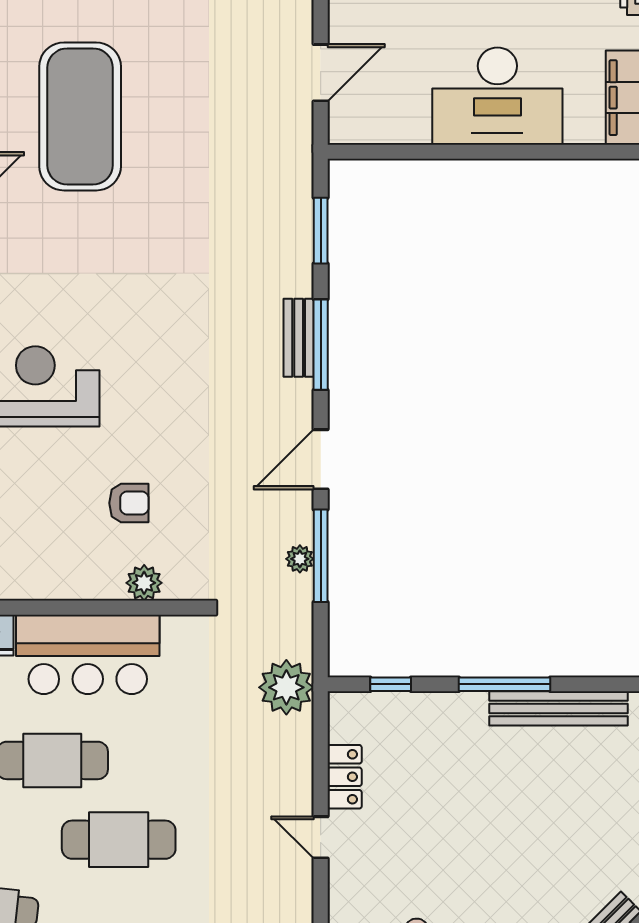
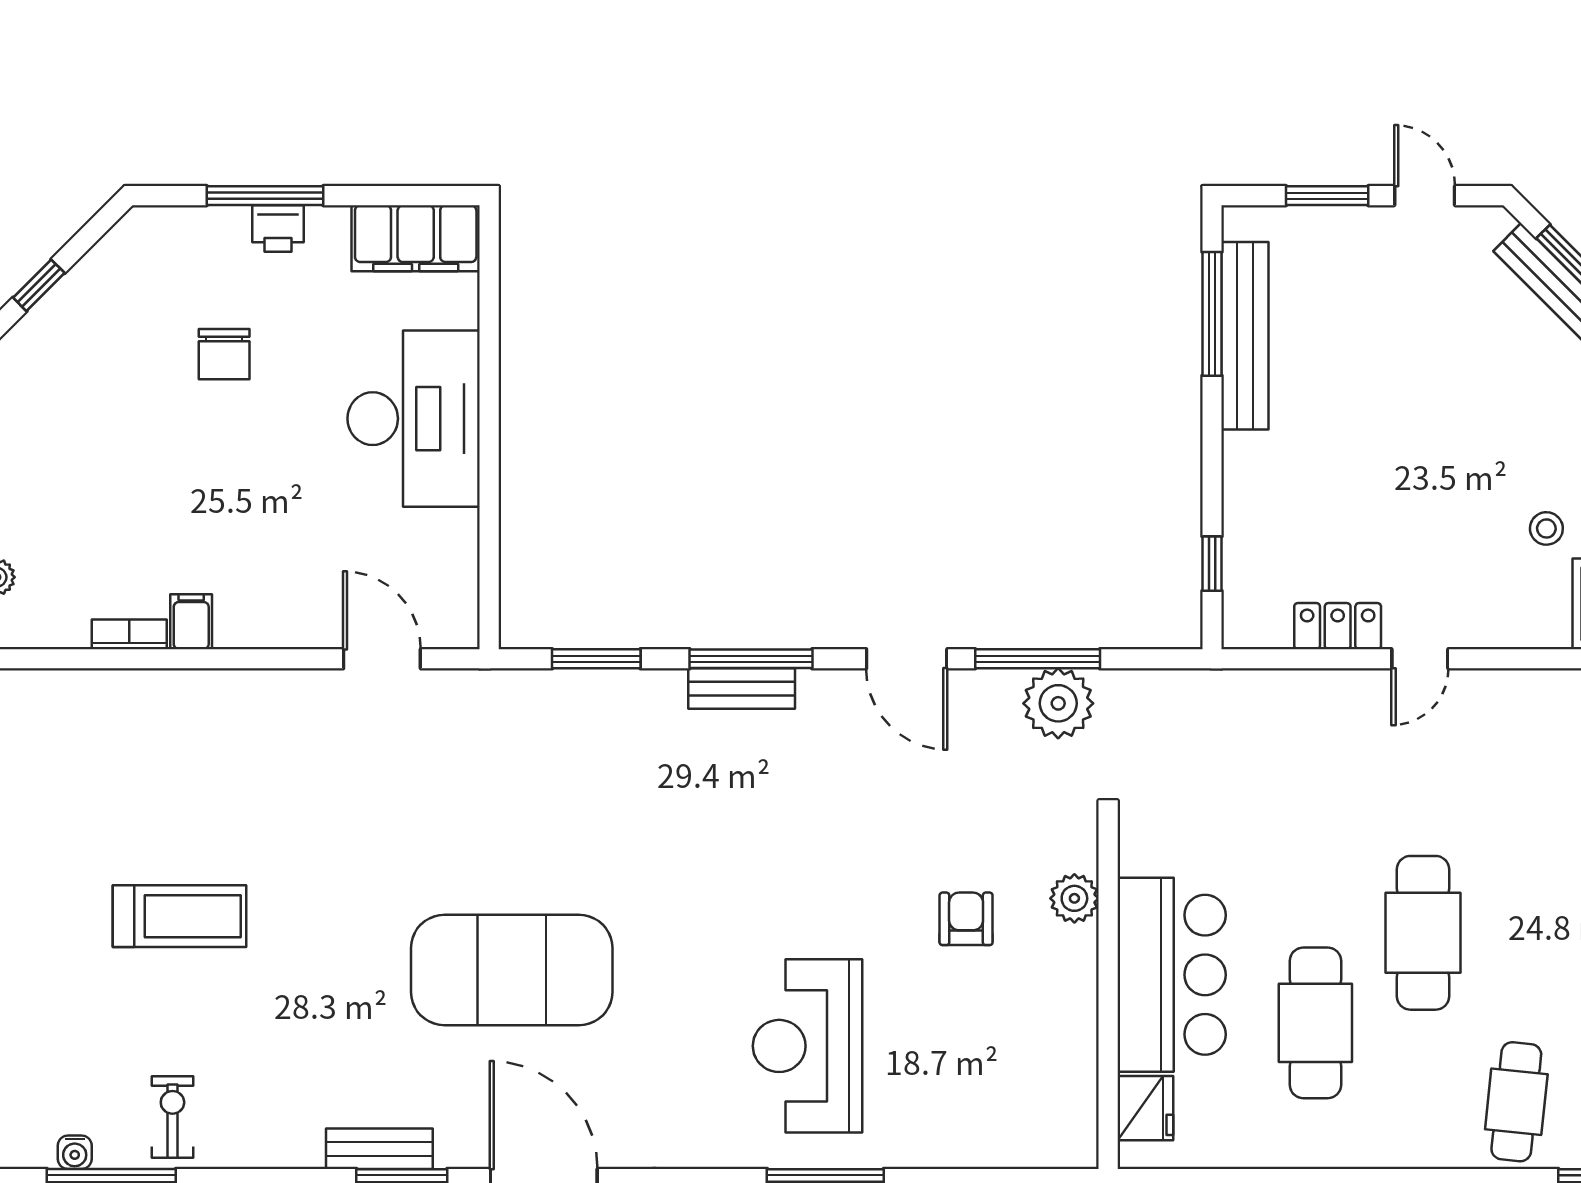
exercise mat: (80, 116) -> (512, 970), moved
plant: (300, 559) -> (1058, 703), width x1.87, depth x1.87
window: (505, 684) -> (1212, 314), moved
plant: (286, 687) -> (1216, 705), removed

